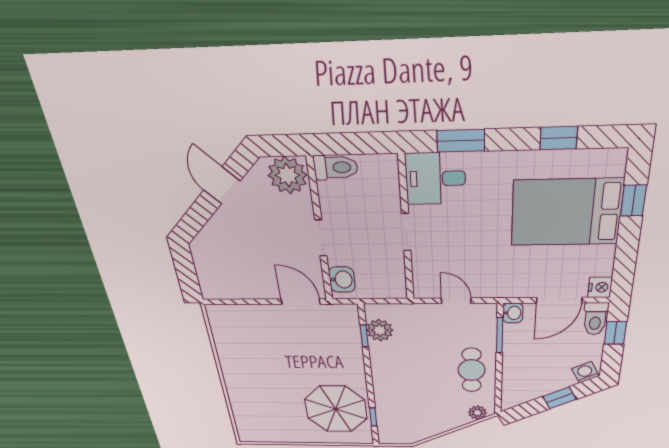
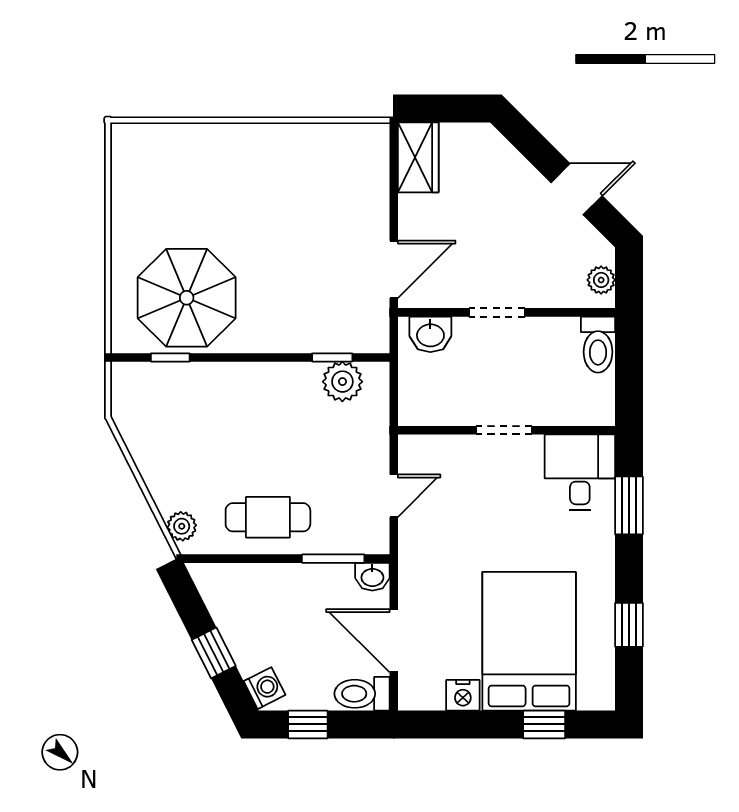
plant: (288, 175) -> (601, 280), width x0.53, depth x0.53
nightstand: (600, 287) -> (463, 695), moved
wardrobe: (223, 288) -> (418, 157), added
window: (615, 333) -> (308, 724), moved

